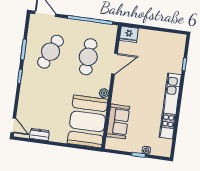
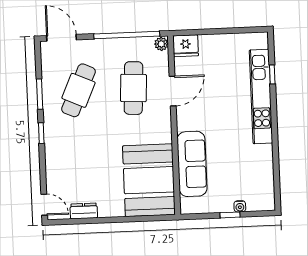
plant: (104, 93) -> (161, 44), moved
kitchen unit: (170, 106) -> (261, 97), moved
sofa: (118, 121) -> (192, 164), width x1.36

